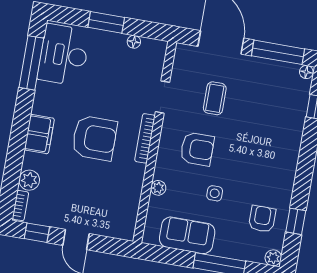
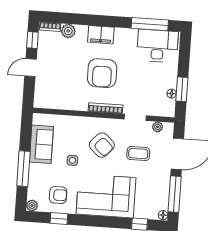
window: (106, 22) -> (182, 89), moved
armchair: (197, 149) -> (102, 145), turned -47
corner sofa: (270, 151) -> (106, 196), added
plant: (158, 188) -> (157, 127), moved

